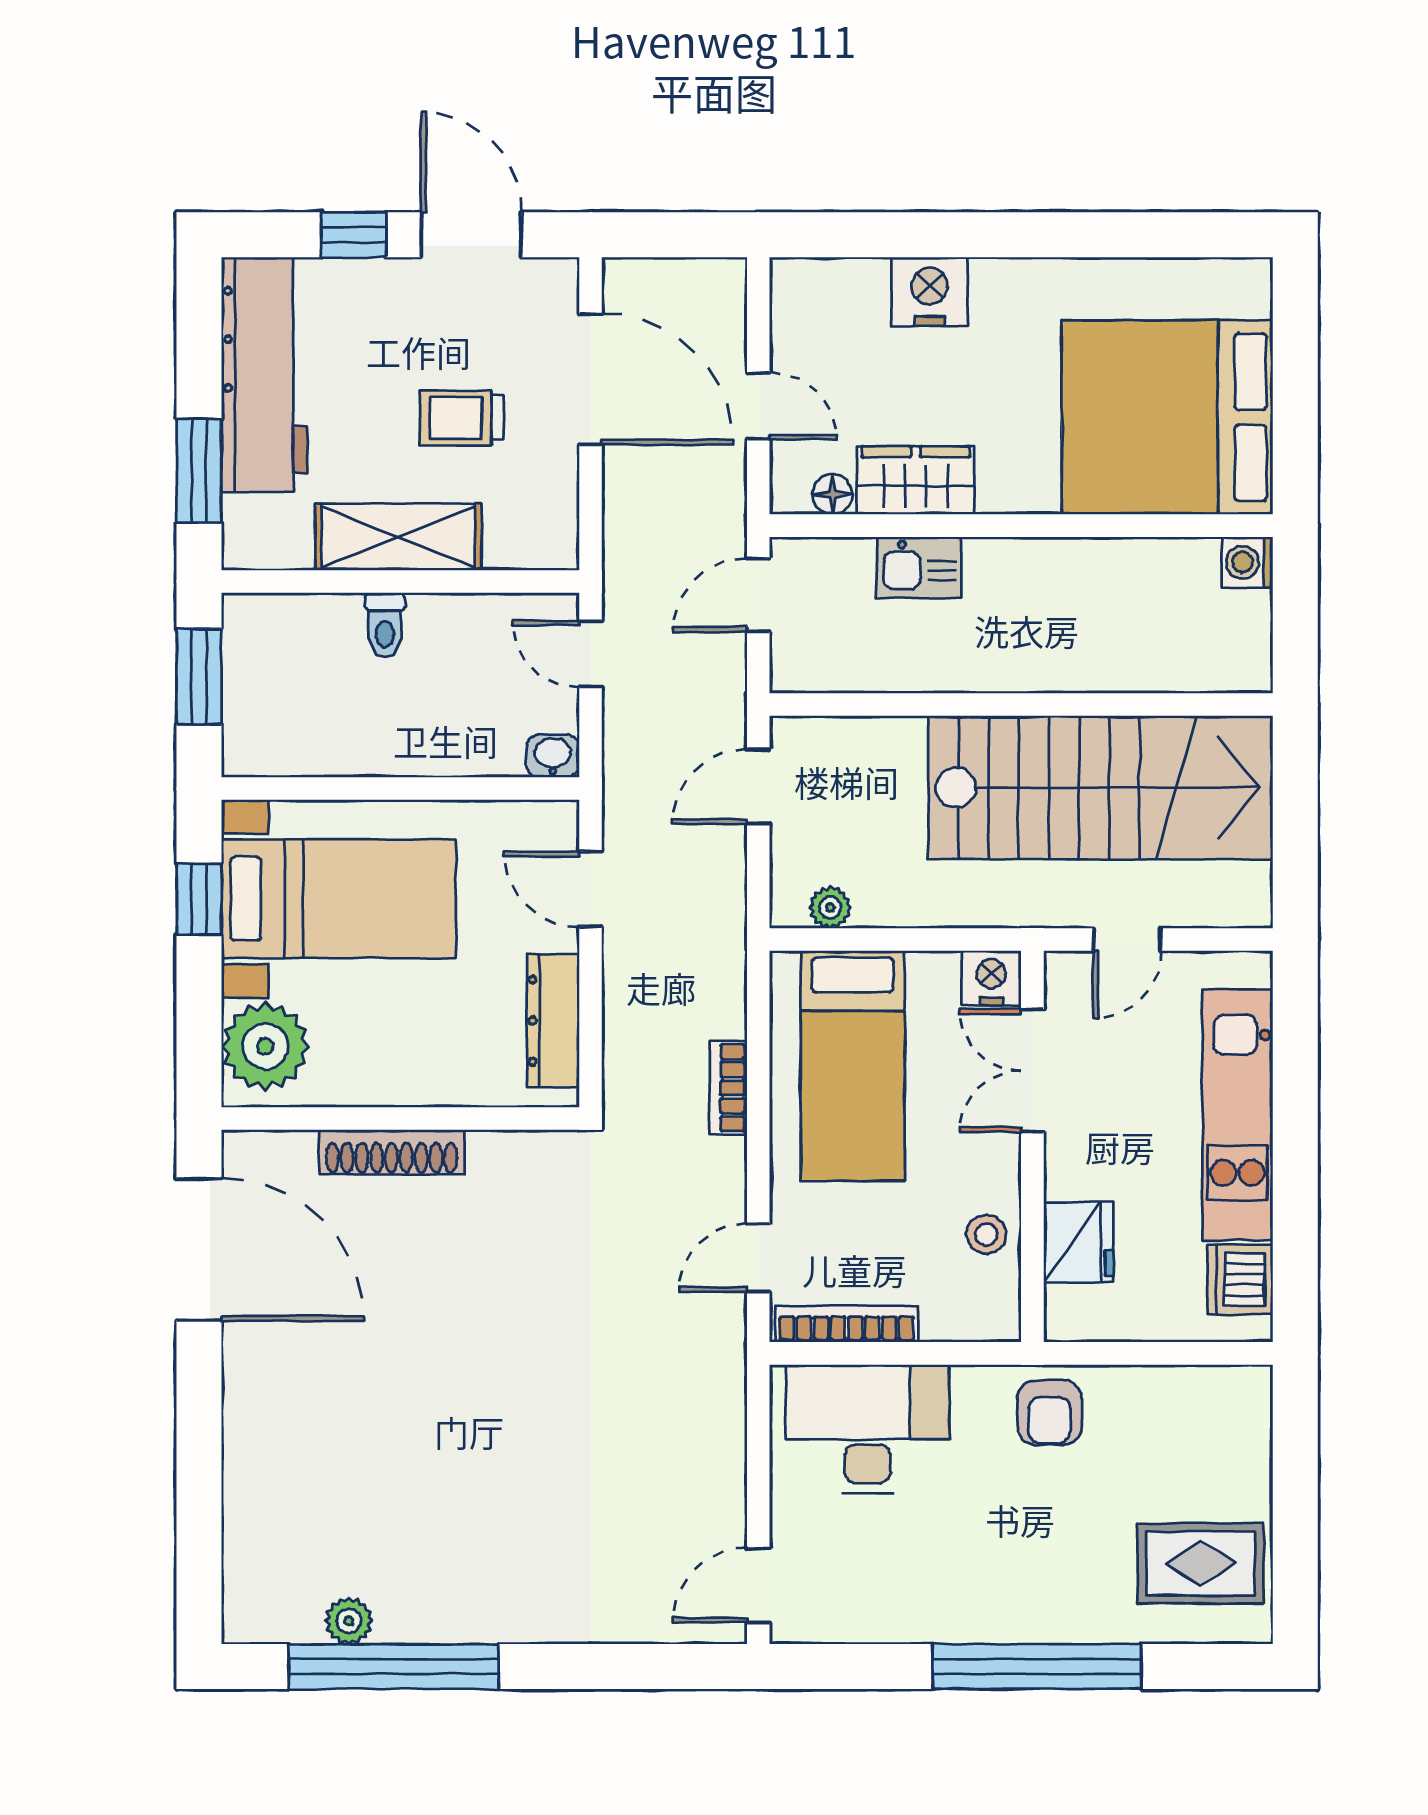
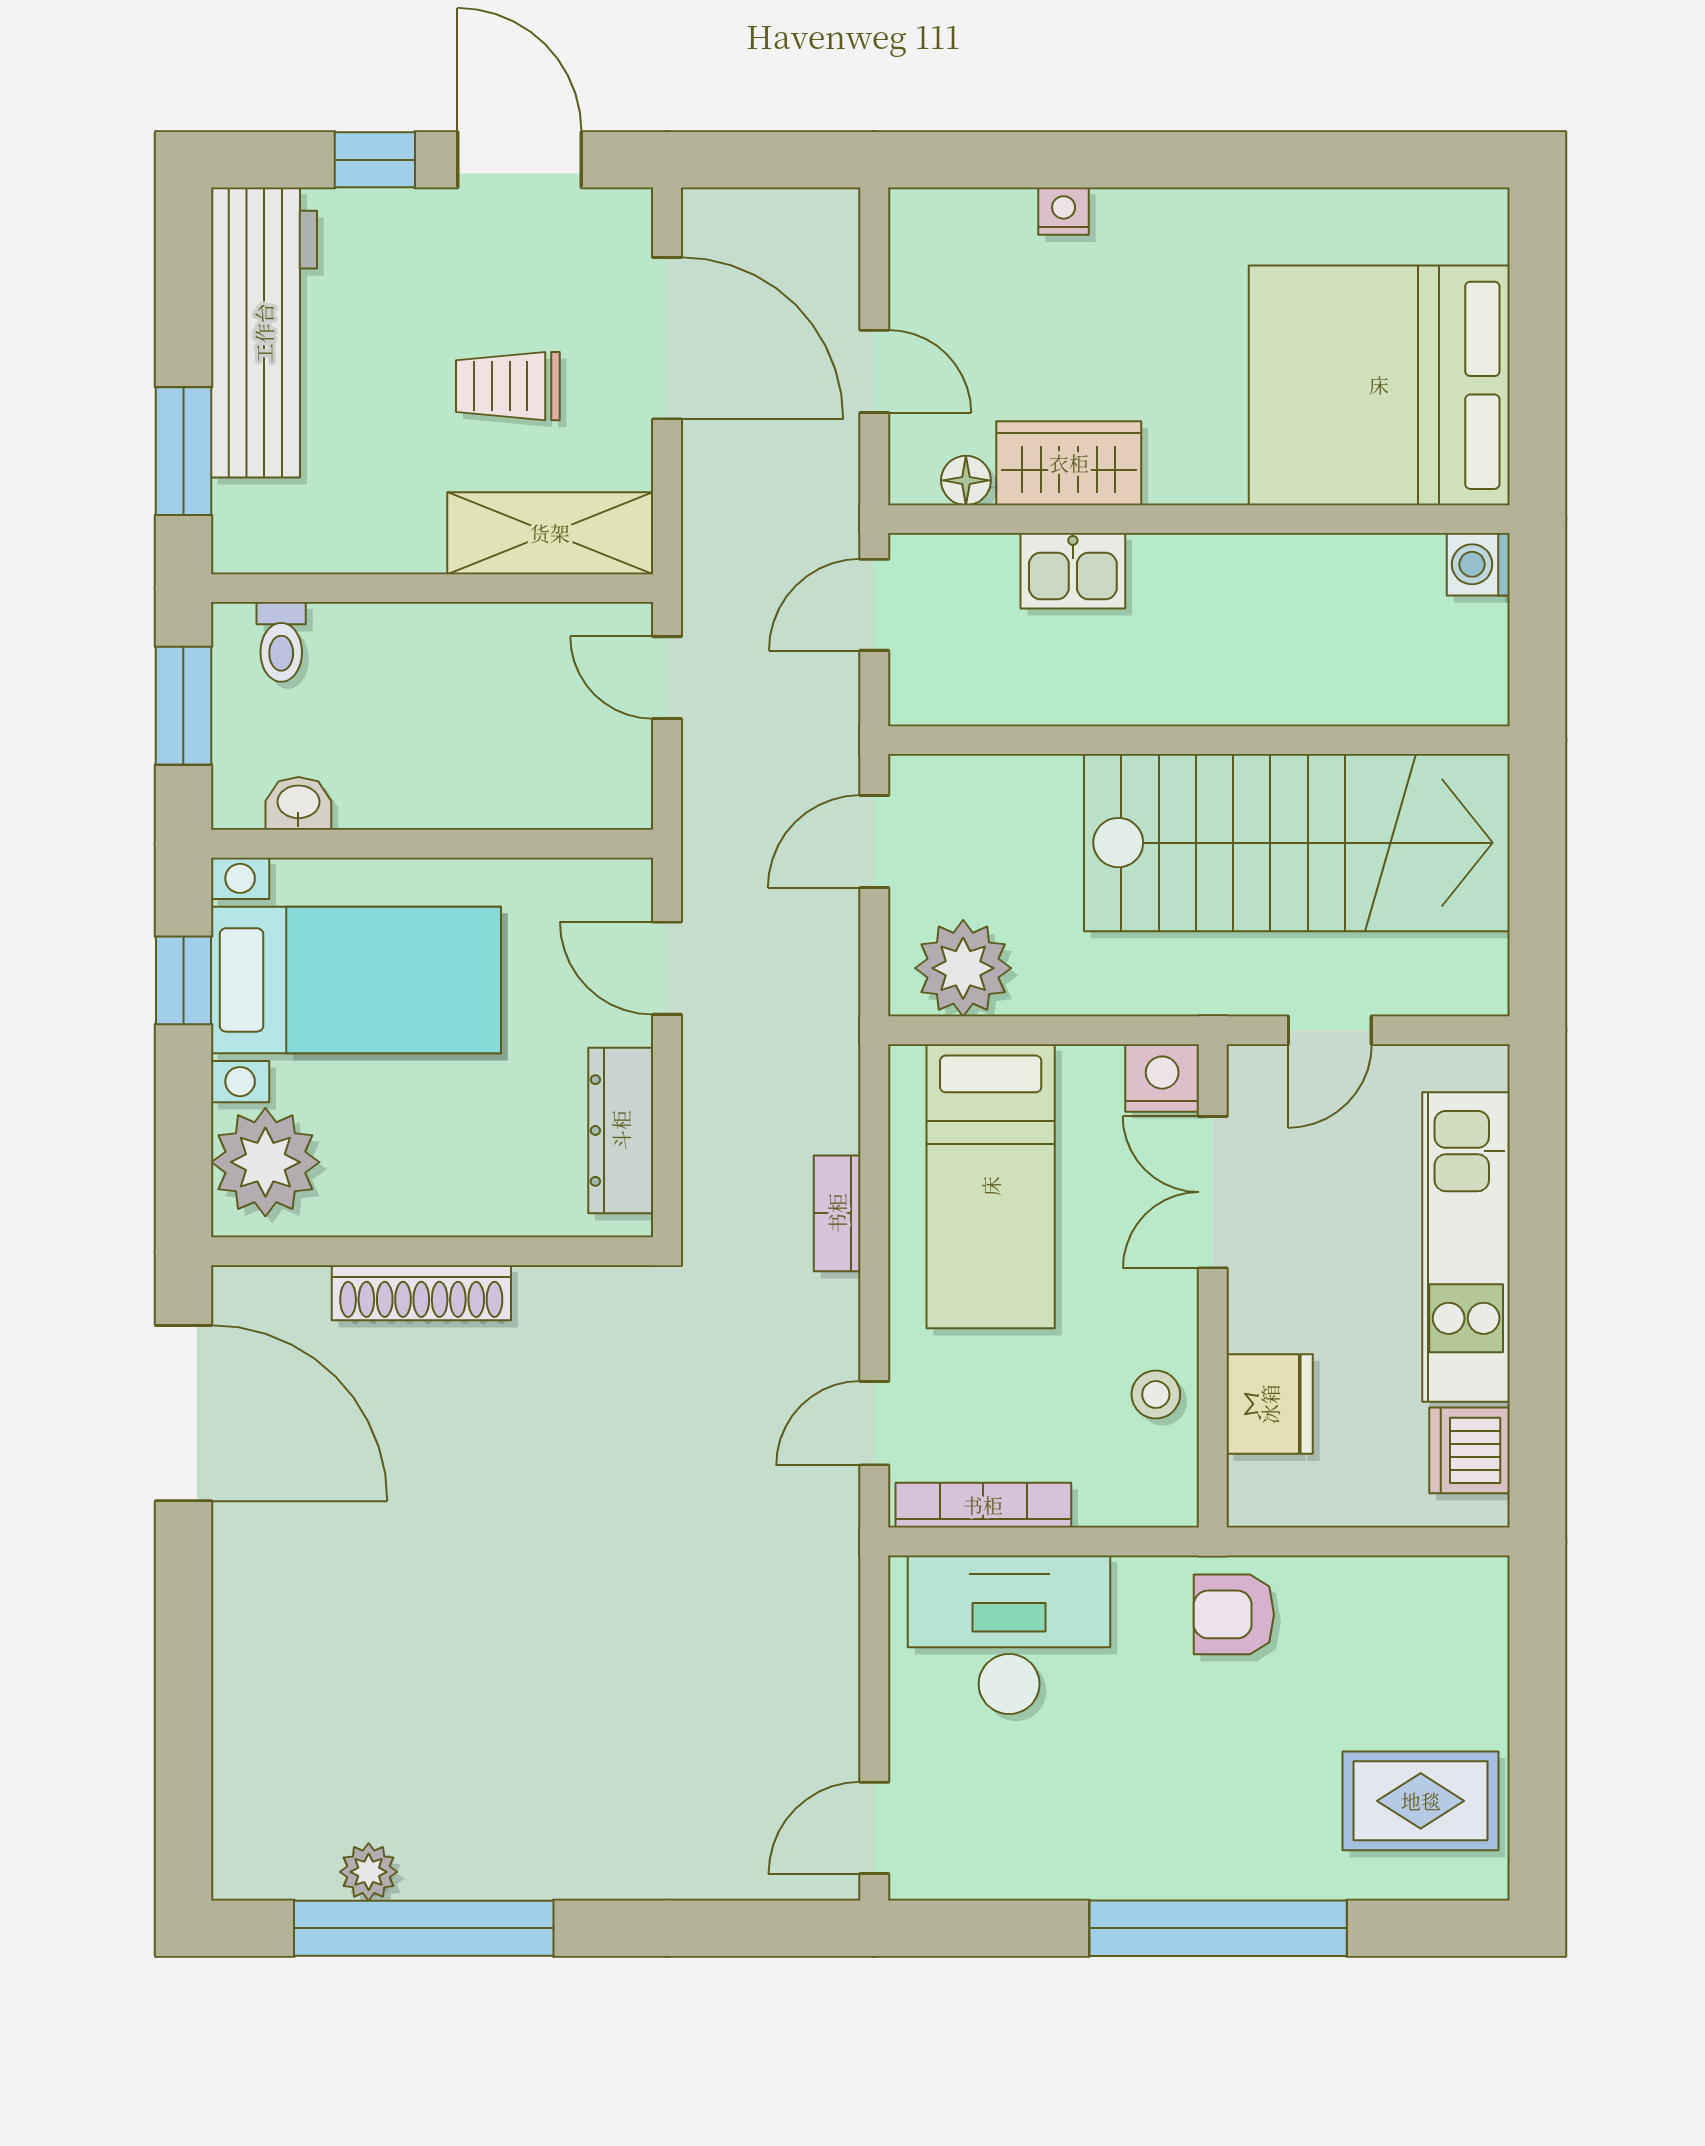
nightstand: (930, 292) -> (1064, 211), width x0.53, depth x0.56
shelving: (398, 537) -> (550, 533), moved
toilet: (385, 625) -> (281, 642), moved
washbasin: (553, 756) -> (298, 803), moved
plant: (830, 907) -> (963, 968), width x1.88, depth x1.88
armchair: (1049, 1412) -> (1234, 1614), turned 90

